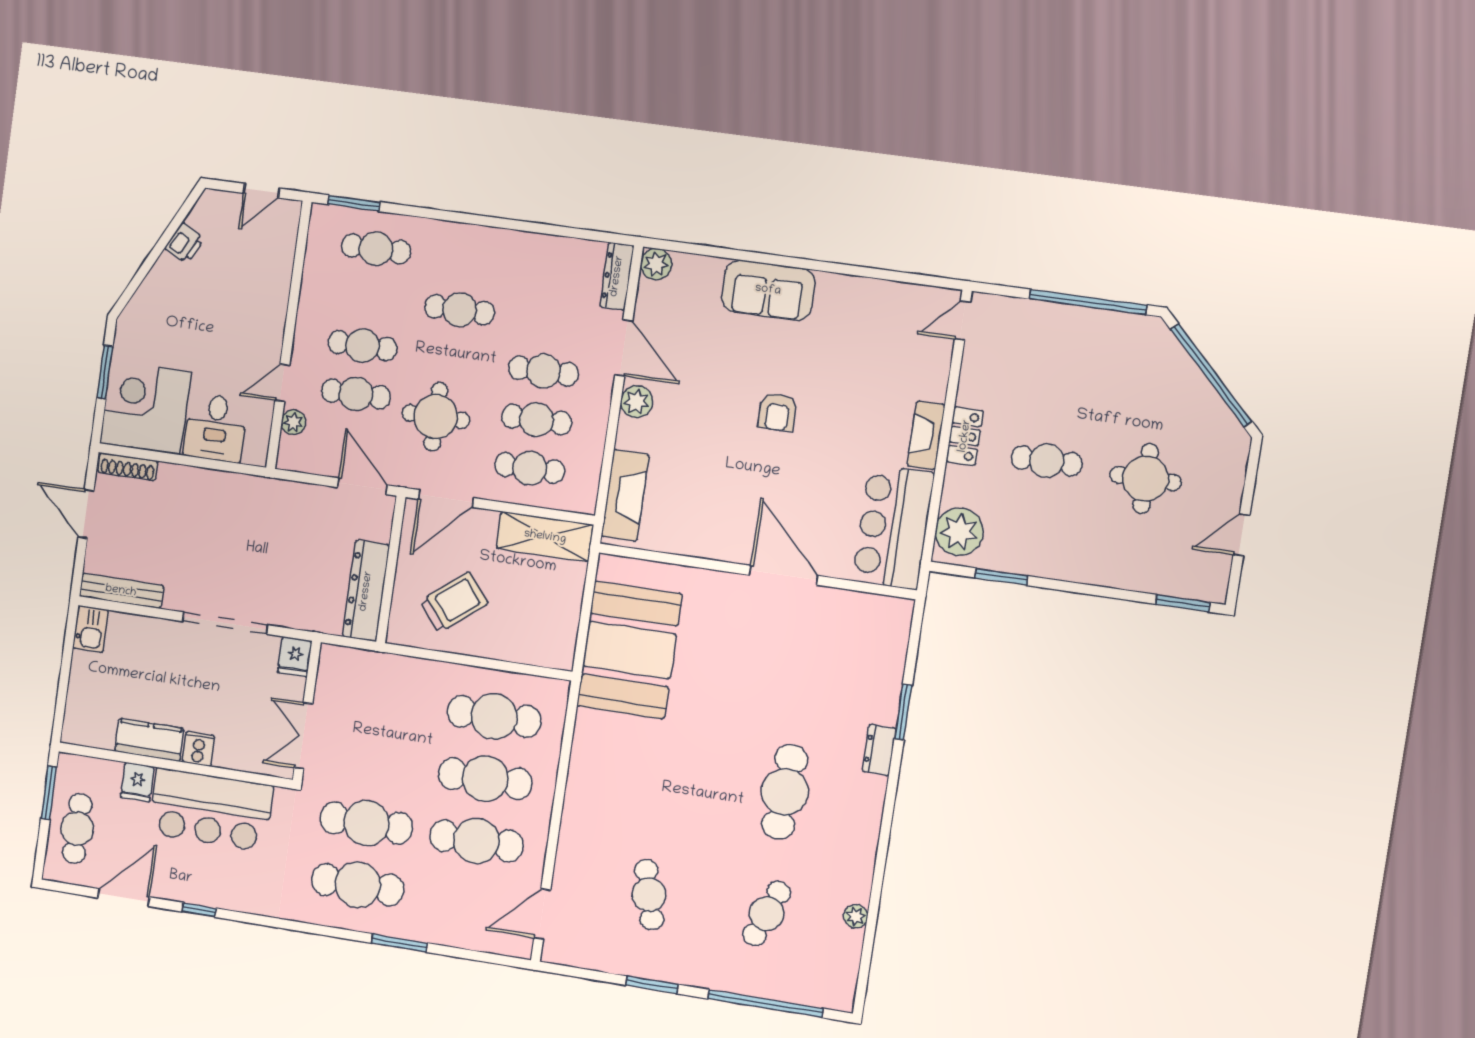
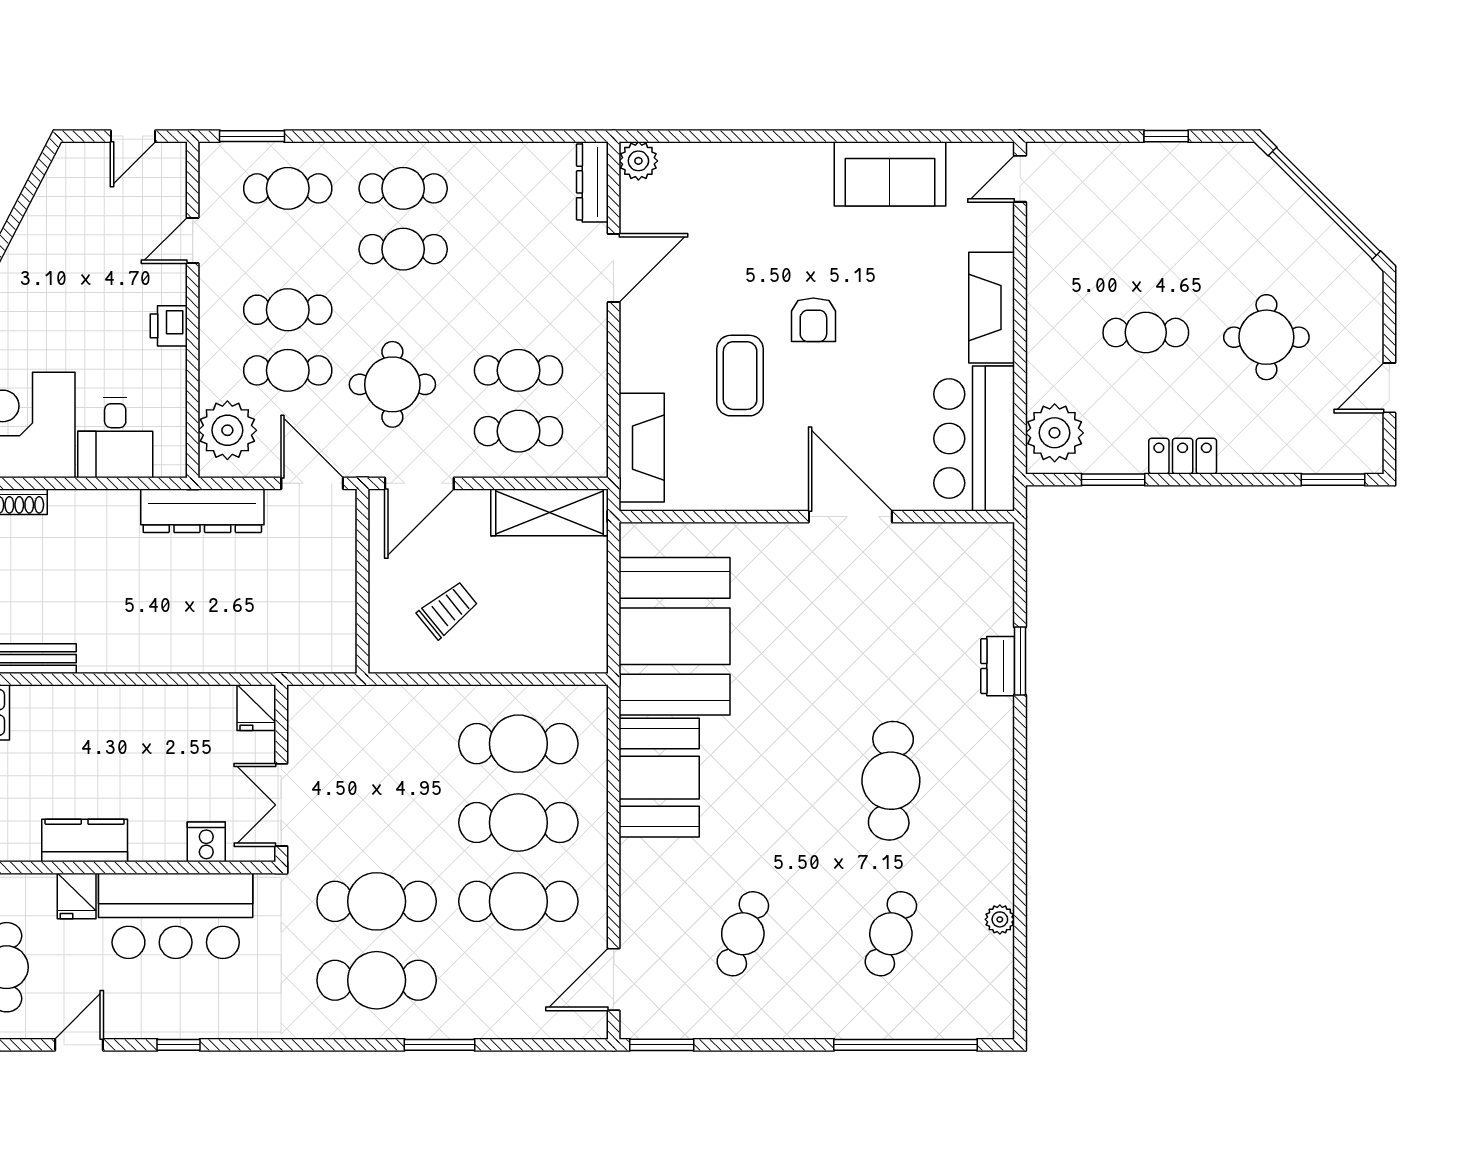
printer: (185, 243) -> (169, 326), moved, turned 153
sofa: (768, 290) -> (890, 174), moved
window: (1088, 302) -> (1166, 136), width x0.32
door: (624, 348) -> (614, 268), hinge flipped
cafe table: (544, 371) -> (403, 188), moved
door: (282, 383) -> (193, 241), moved
plant: (637, 402) -> (639, 331), removed
plant: (293, 422) -> (227, 430), width x1.88, depth x1.88
fireplace: (926, 435) -> (992, 308), width x1.37, depth x1.32
locker: (965, 436) -> (1183, 456), moved, turned -90
coffee table: (712, 449) -> (740, 376), added
dresser: (366, 591) -> (202, 511), moved, turned -90
trolley: (454, 602) -> (448, 610), width x0.73, depth x0.72
doorway: (225, 623) -> (162, 679), removed
cooker: (198, 749) -> (206, 842), moved
dresser: (879, 750) -> (998, 666), moved
booth: (601, 761) -> (659, 778), added
cafe table: (649, 895) -> (743, 934), turned 36
door: (124, 897) -> (79, 1045), width x0.73
window: (652, 985) -> (662, 1045), moved

